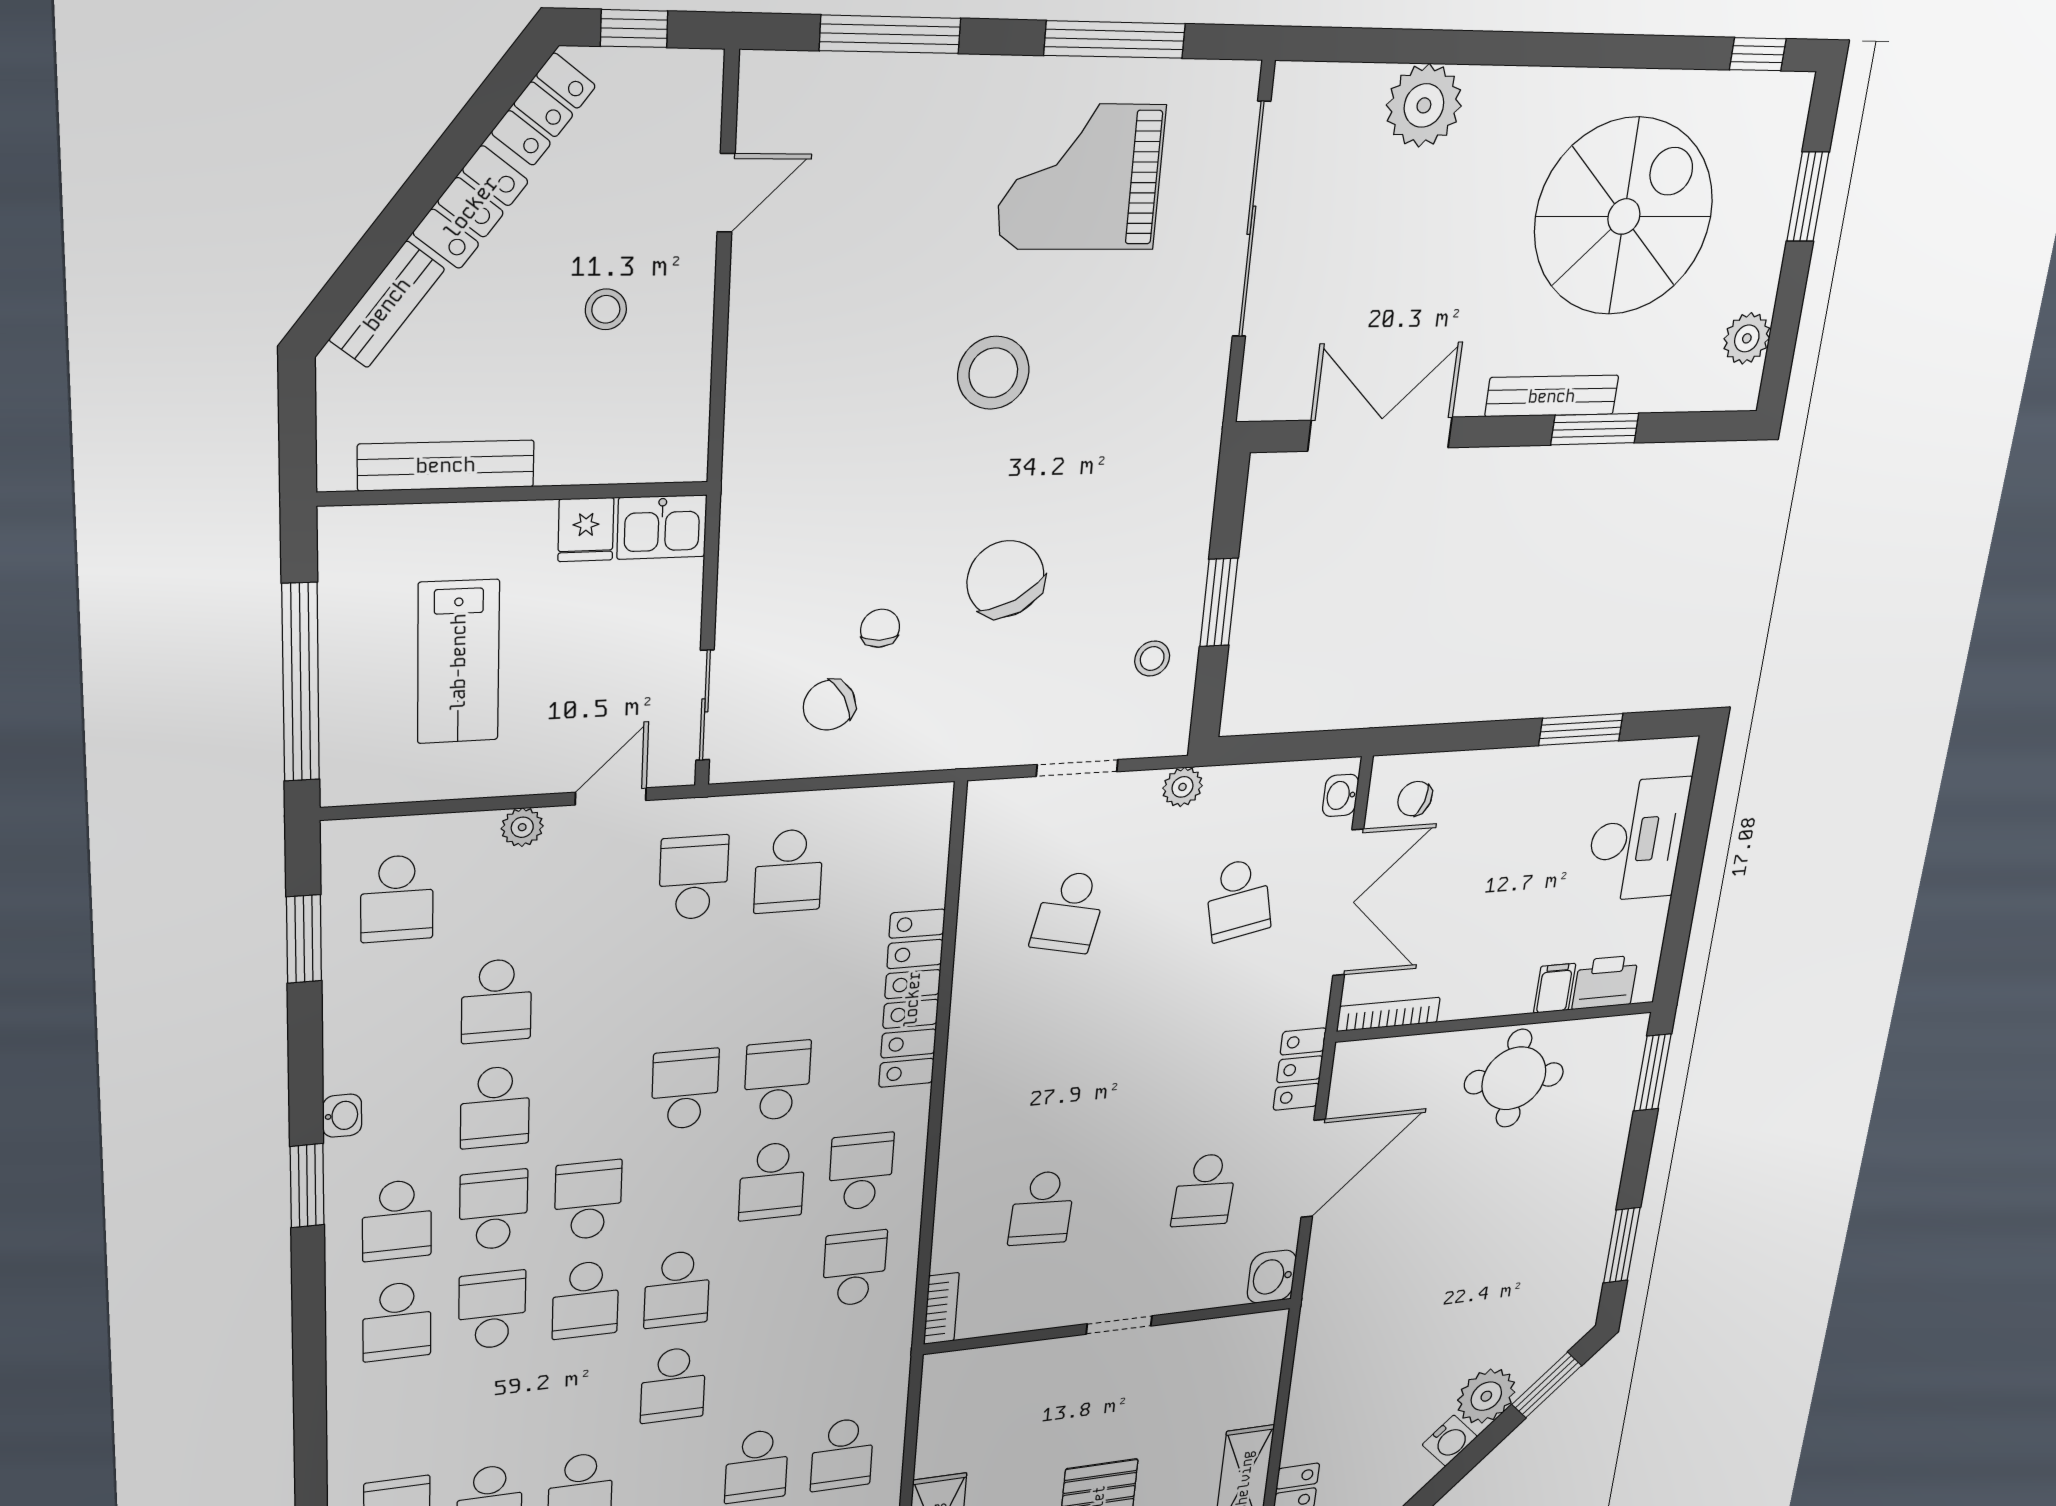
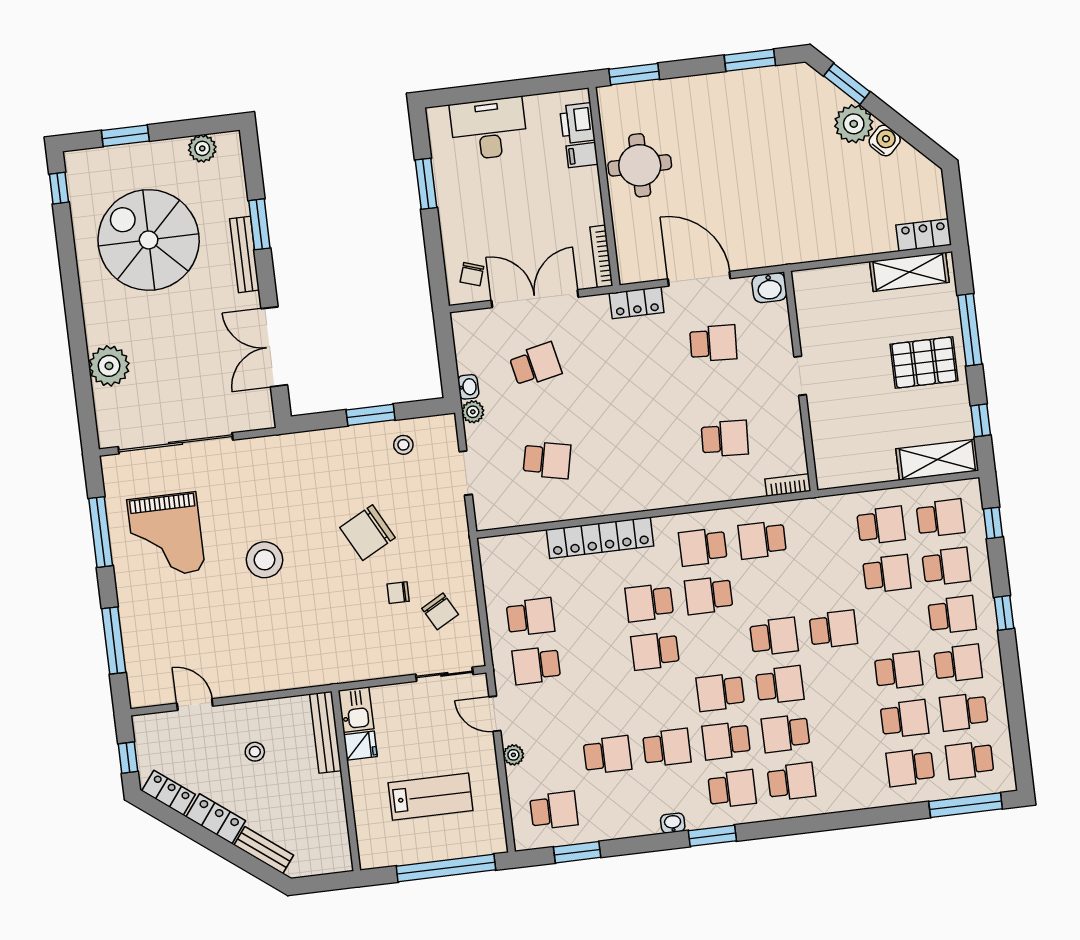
bench: (446, 465) -> (326, 732), moved
washbasin: (1340, 795) -> (468, 387), moved, turned -90
school desk: (772, 1181) -> (709, 595), turned 180

